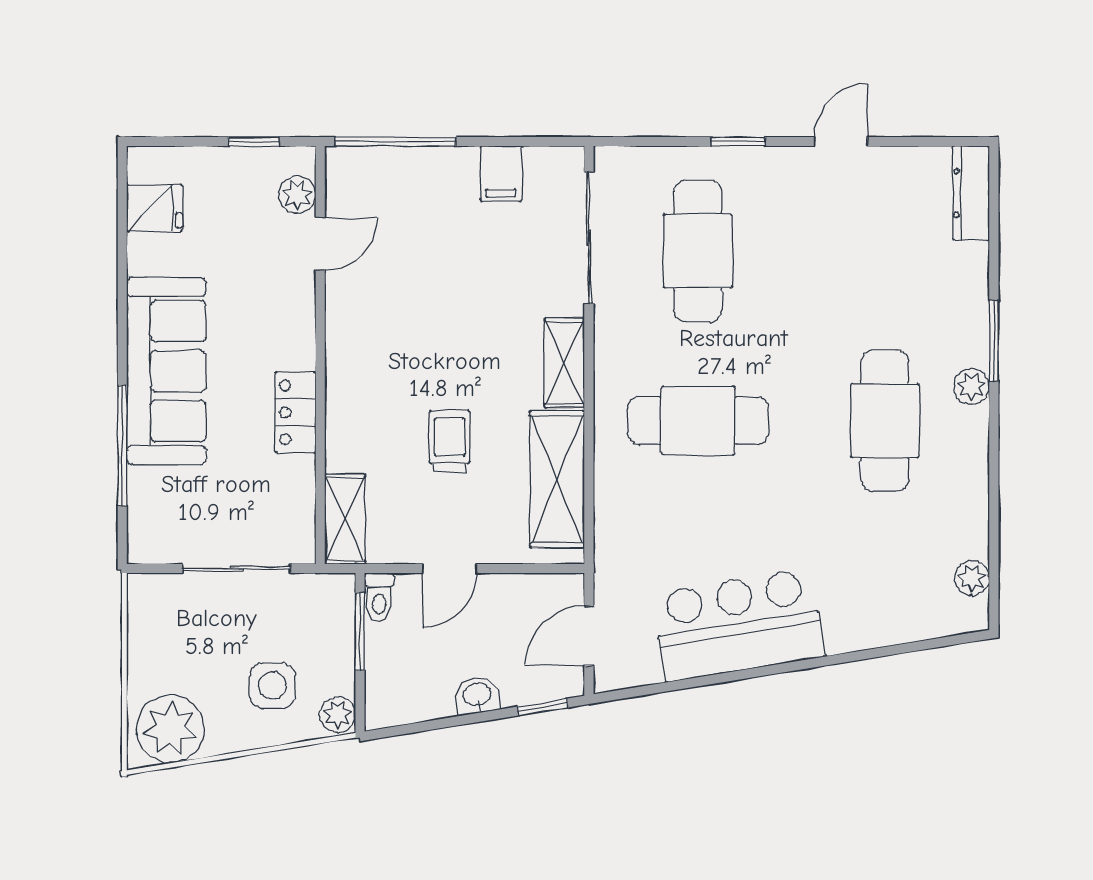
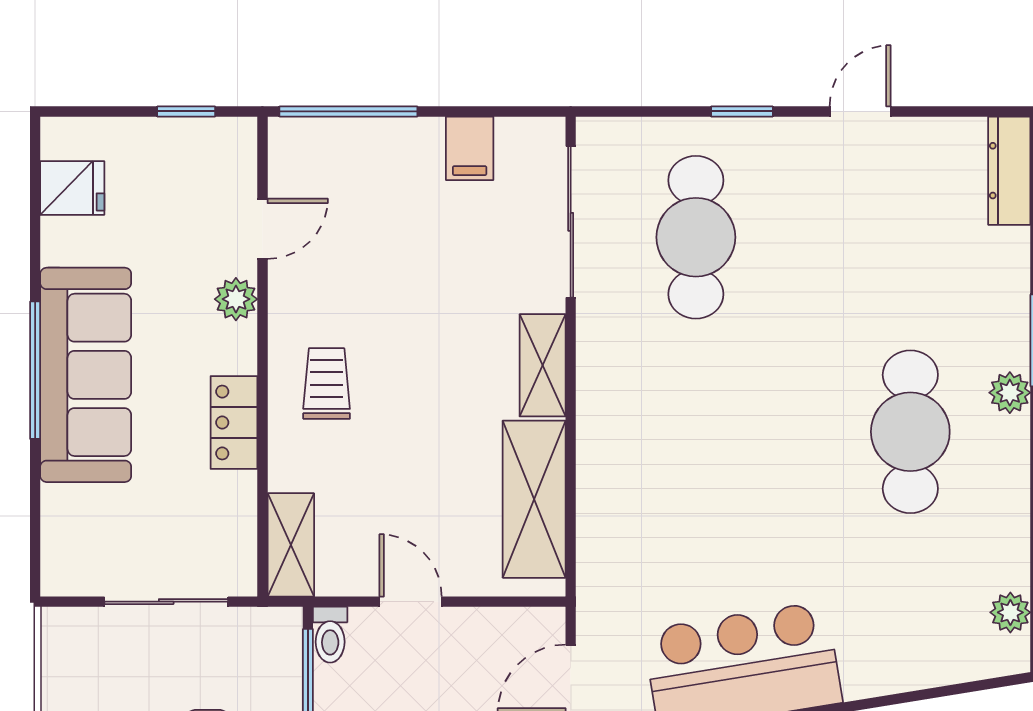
plant: (297, 195) -> (236, 299), moved
cafe table: (698, 421) -> (696, 432), removed
trolley: (450, 441) -> (327, 383), moved
window: (122, 446) -> (35, 370), moved
door: (449, 569) -> (411, 602), swing flipped

